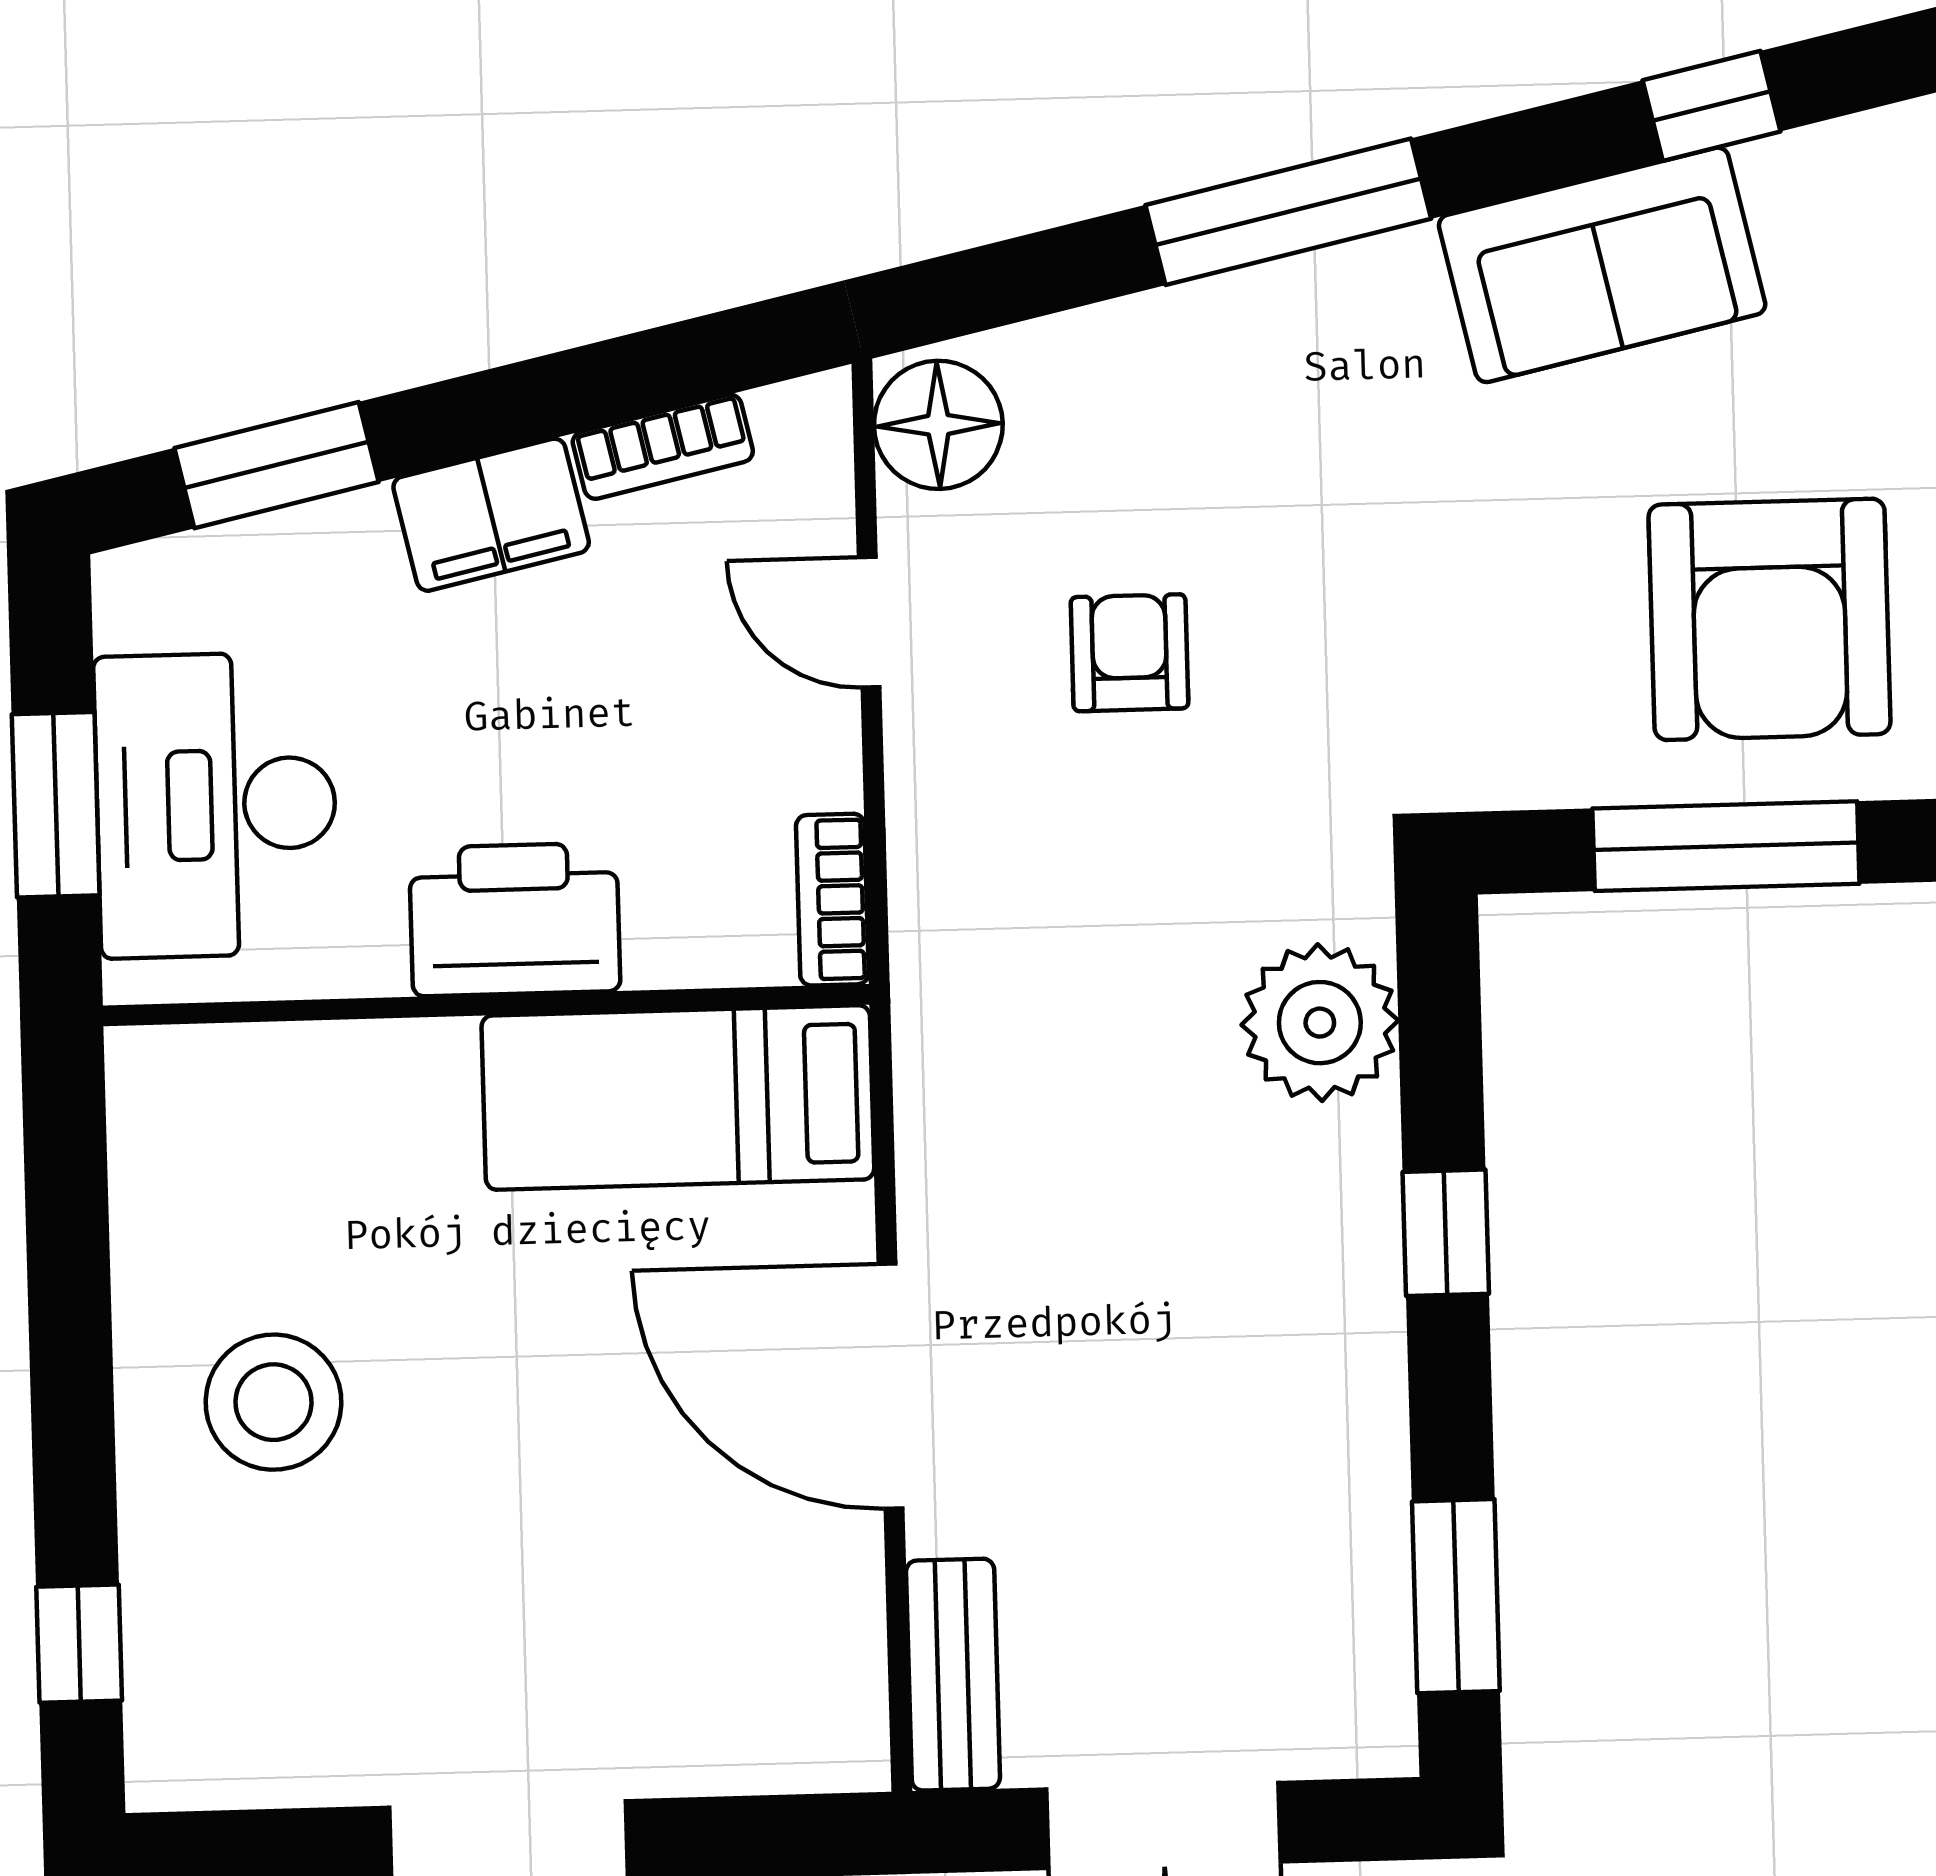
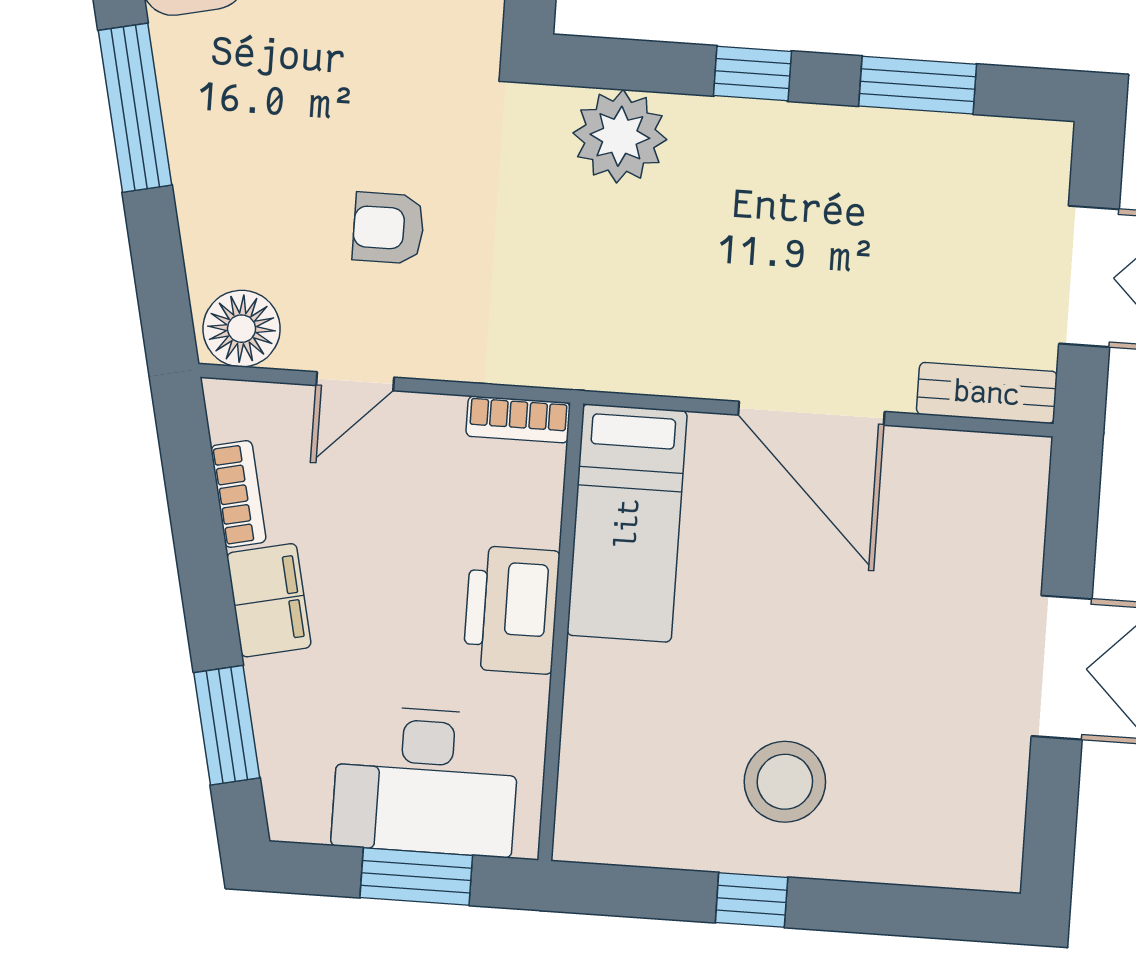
door: (890, 1386) -> (811, 413), hinge flipped
window: (1456, 1596) -> (918, 85), moved
window: (79, 1644) -> (752, 900), moved

